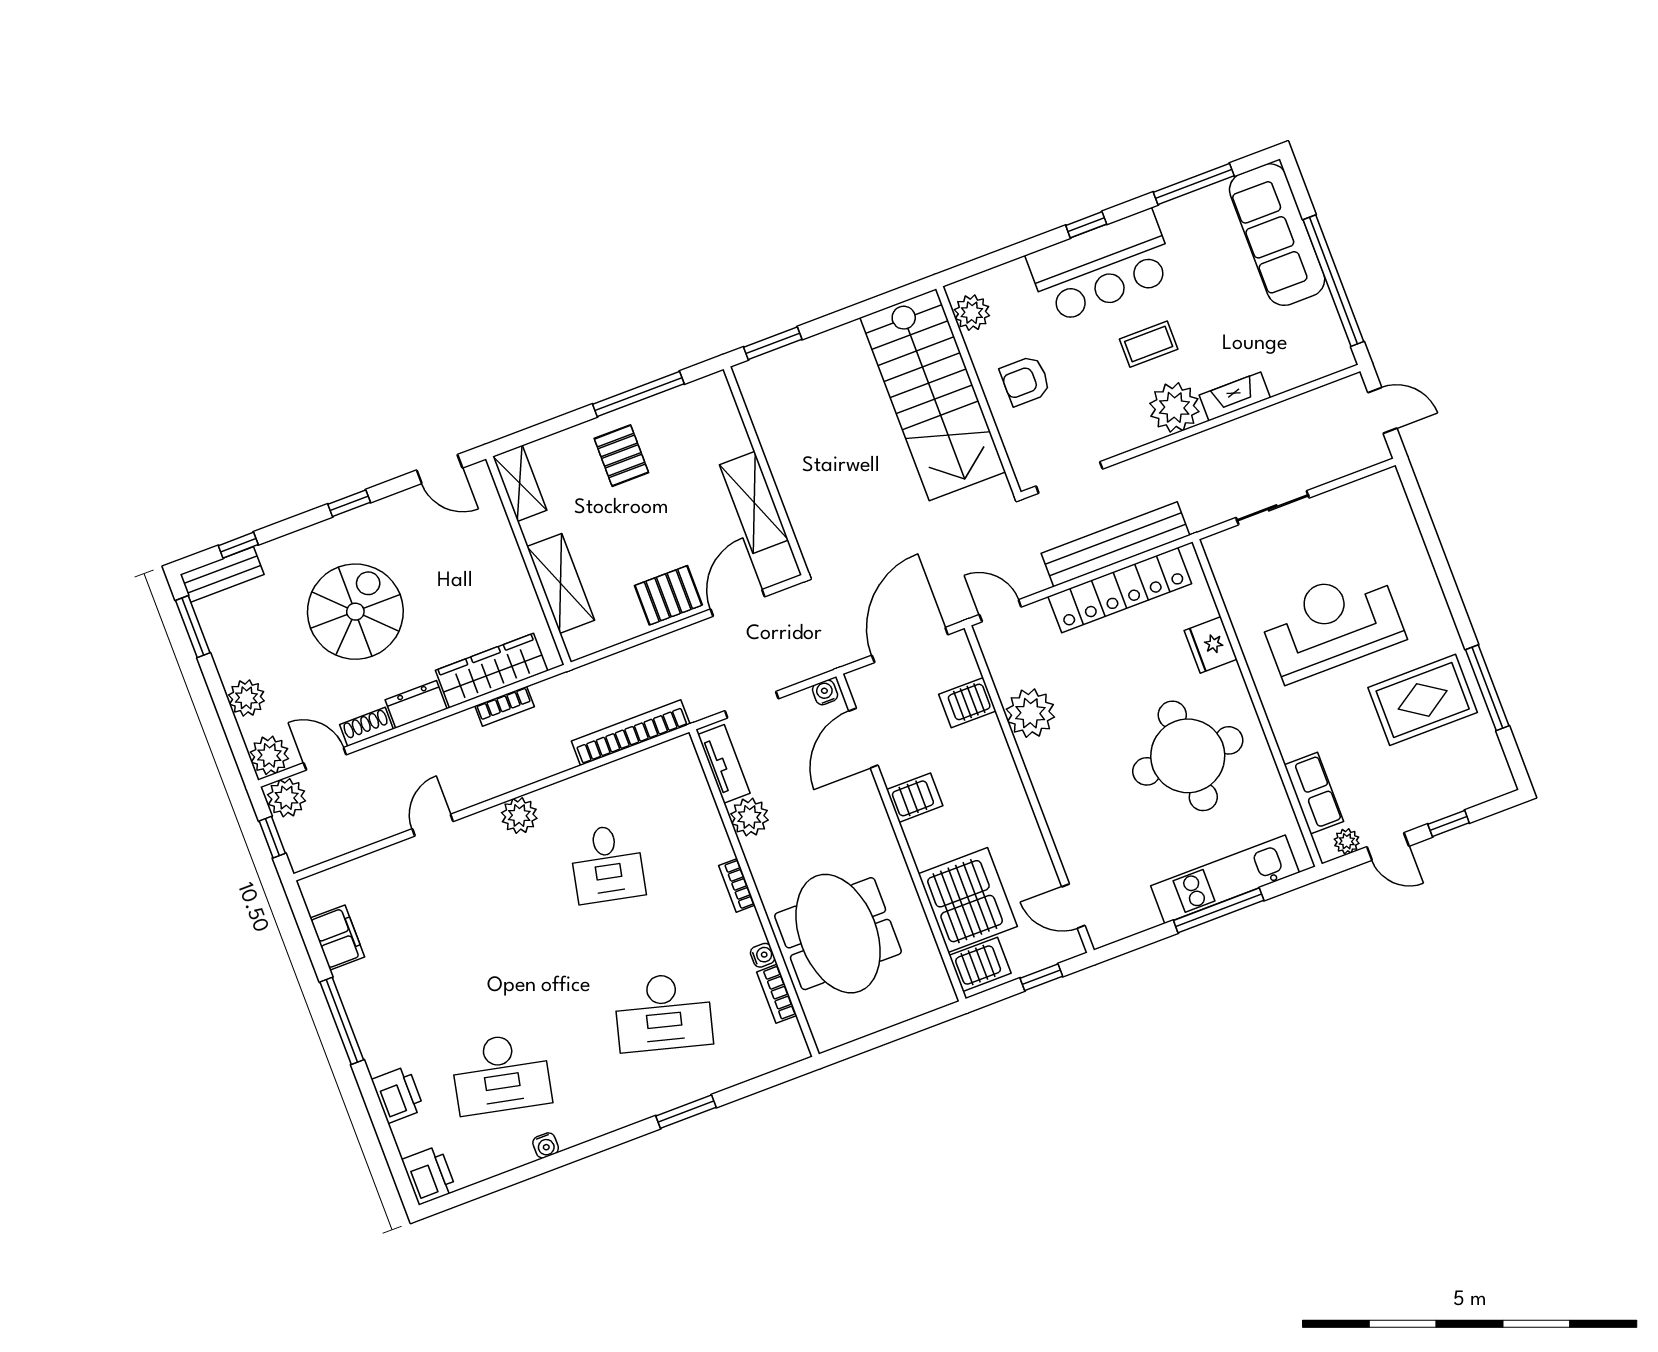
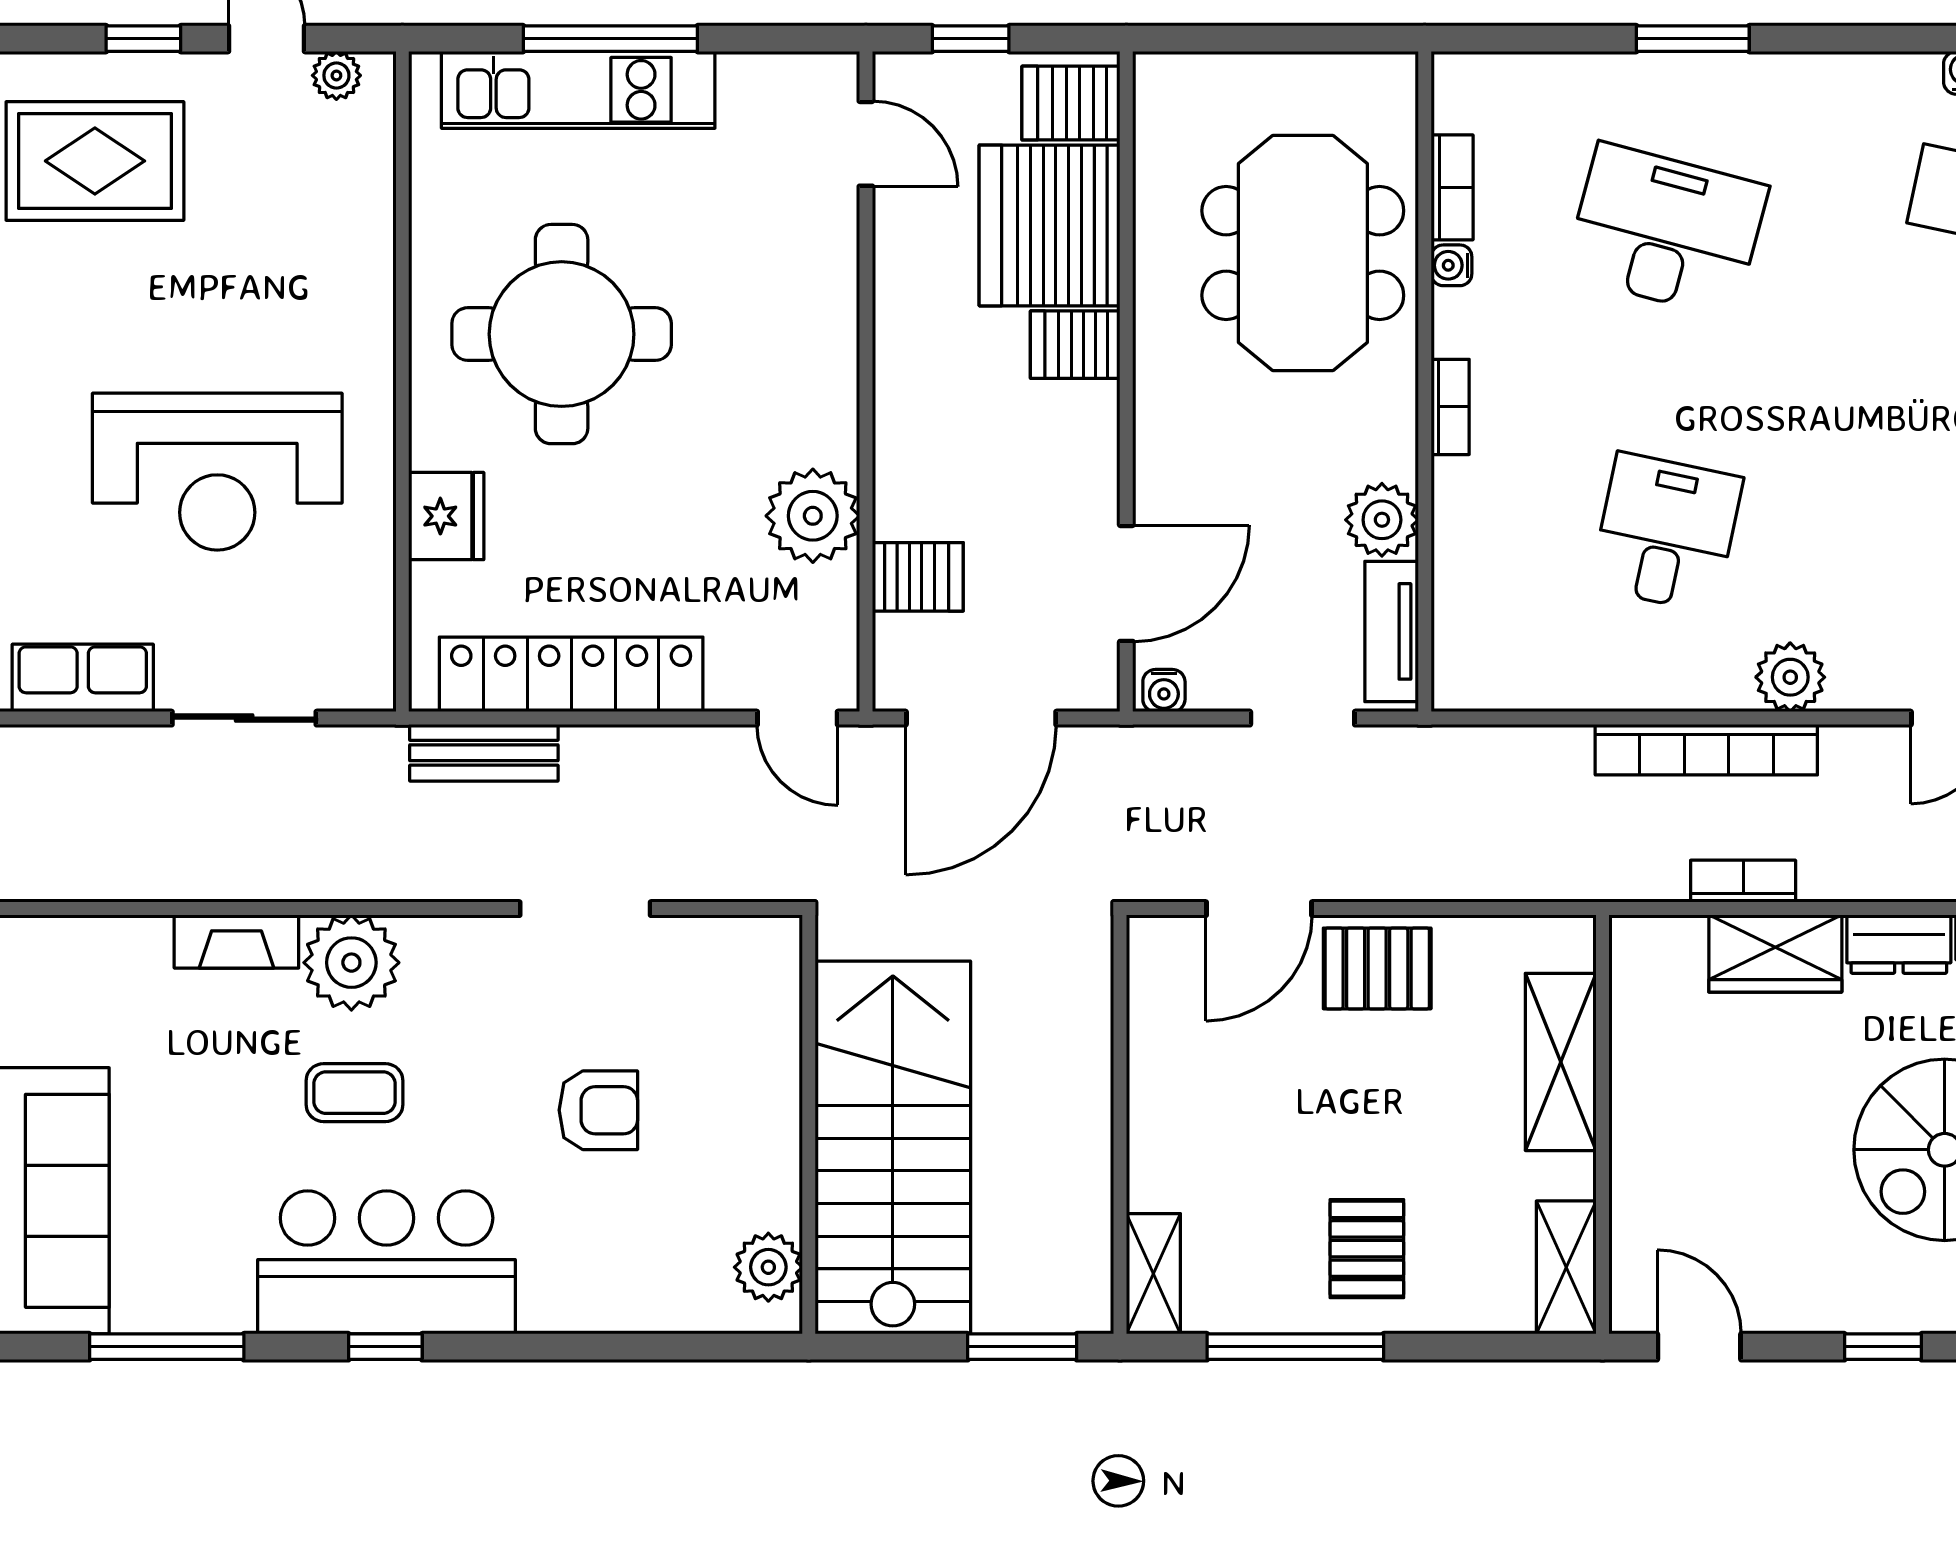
plant: (972, 313) -> (768, 1267), moved
wall: (978, 390) -> (809, 1124), moved
stairs: (933, 395) -> (893, 1148), moved
shelving: (754, 502) -> (1153, 1274), moved, width x0.67, depth x0.75
bench: (1115, 544) -> (484, 753), width x0.54, depth x0.82
wardrobe: (492, 671) -> (1775, 953), width x0.67
rug: (1423, 700) -> (95, 161), moved
bookcase: (631, 733) -> (1706, 750), moved
row of seats: (1314, 793) -> (83, 678), moved, turned 90
server rack: (915, 798) -> (1075, 345), moved

